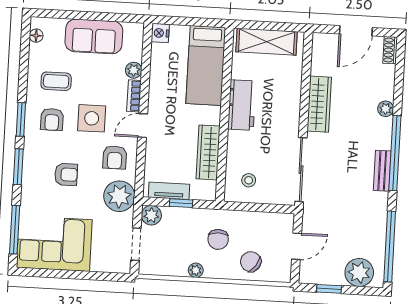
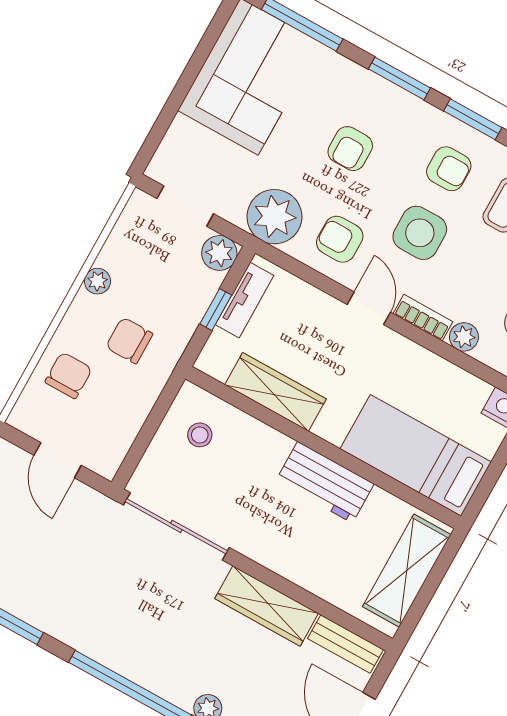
armchair: (52, 119) -> (449, 169), turned 180
bench: (382, 171) -> (345, 644), moved
chair: (251, 262) -> (69, 375), turned -35

